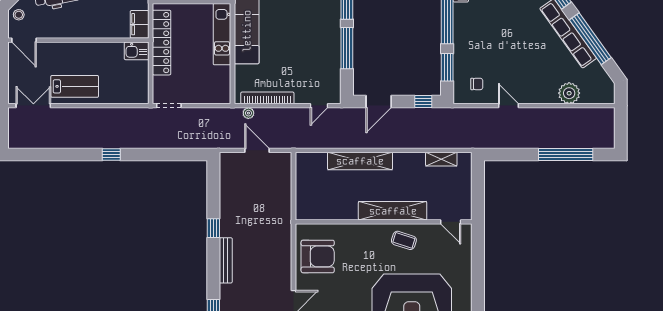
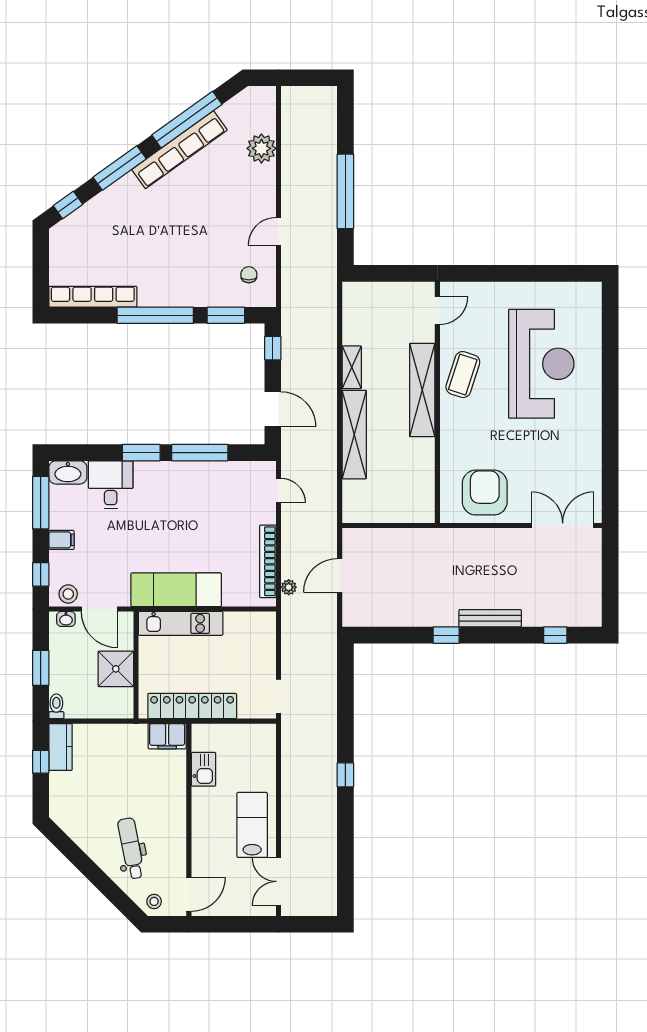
kitchen sink: (137, 51) -> (204, 769), moved
window: (566, 155) -> (345, 191), moved
shelving: (441, 159) -> (352, 367), moved
coffee table: (404, 240) -> (463, 375), width x1.36, depth x1.30

